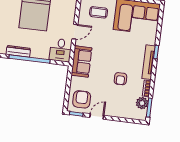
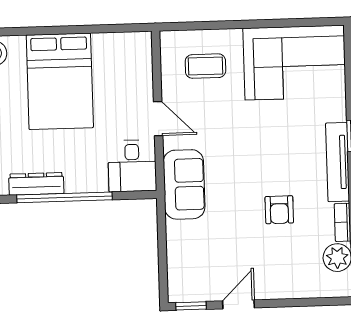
door: (75, 32) -> (158, 119), hinge flipped
armchair: (82, 99) -> (198, 271), removed

